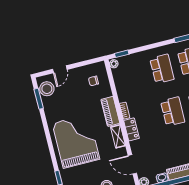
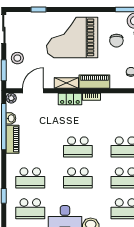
chair: (69, 101) -> (116, 41), added
grand piano: (76, 141) -> (72, 37), turned 180

